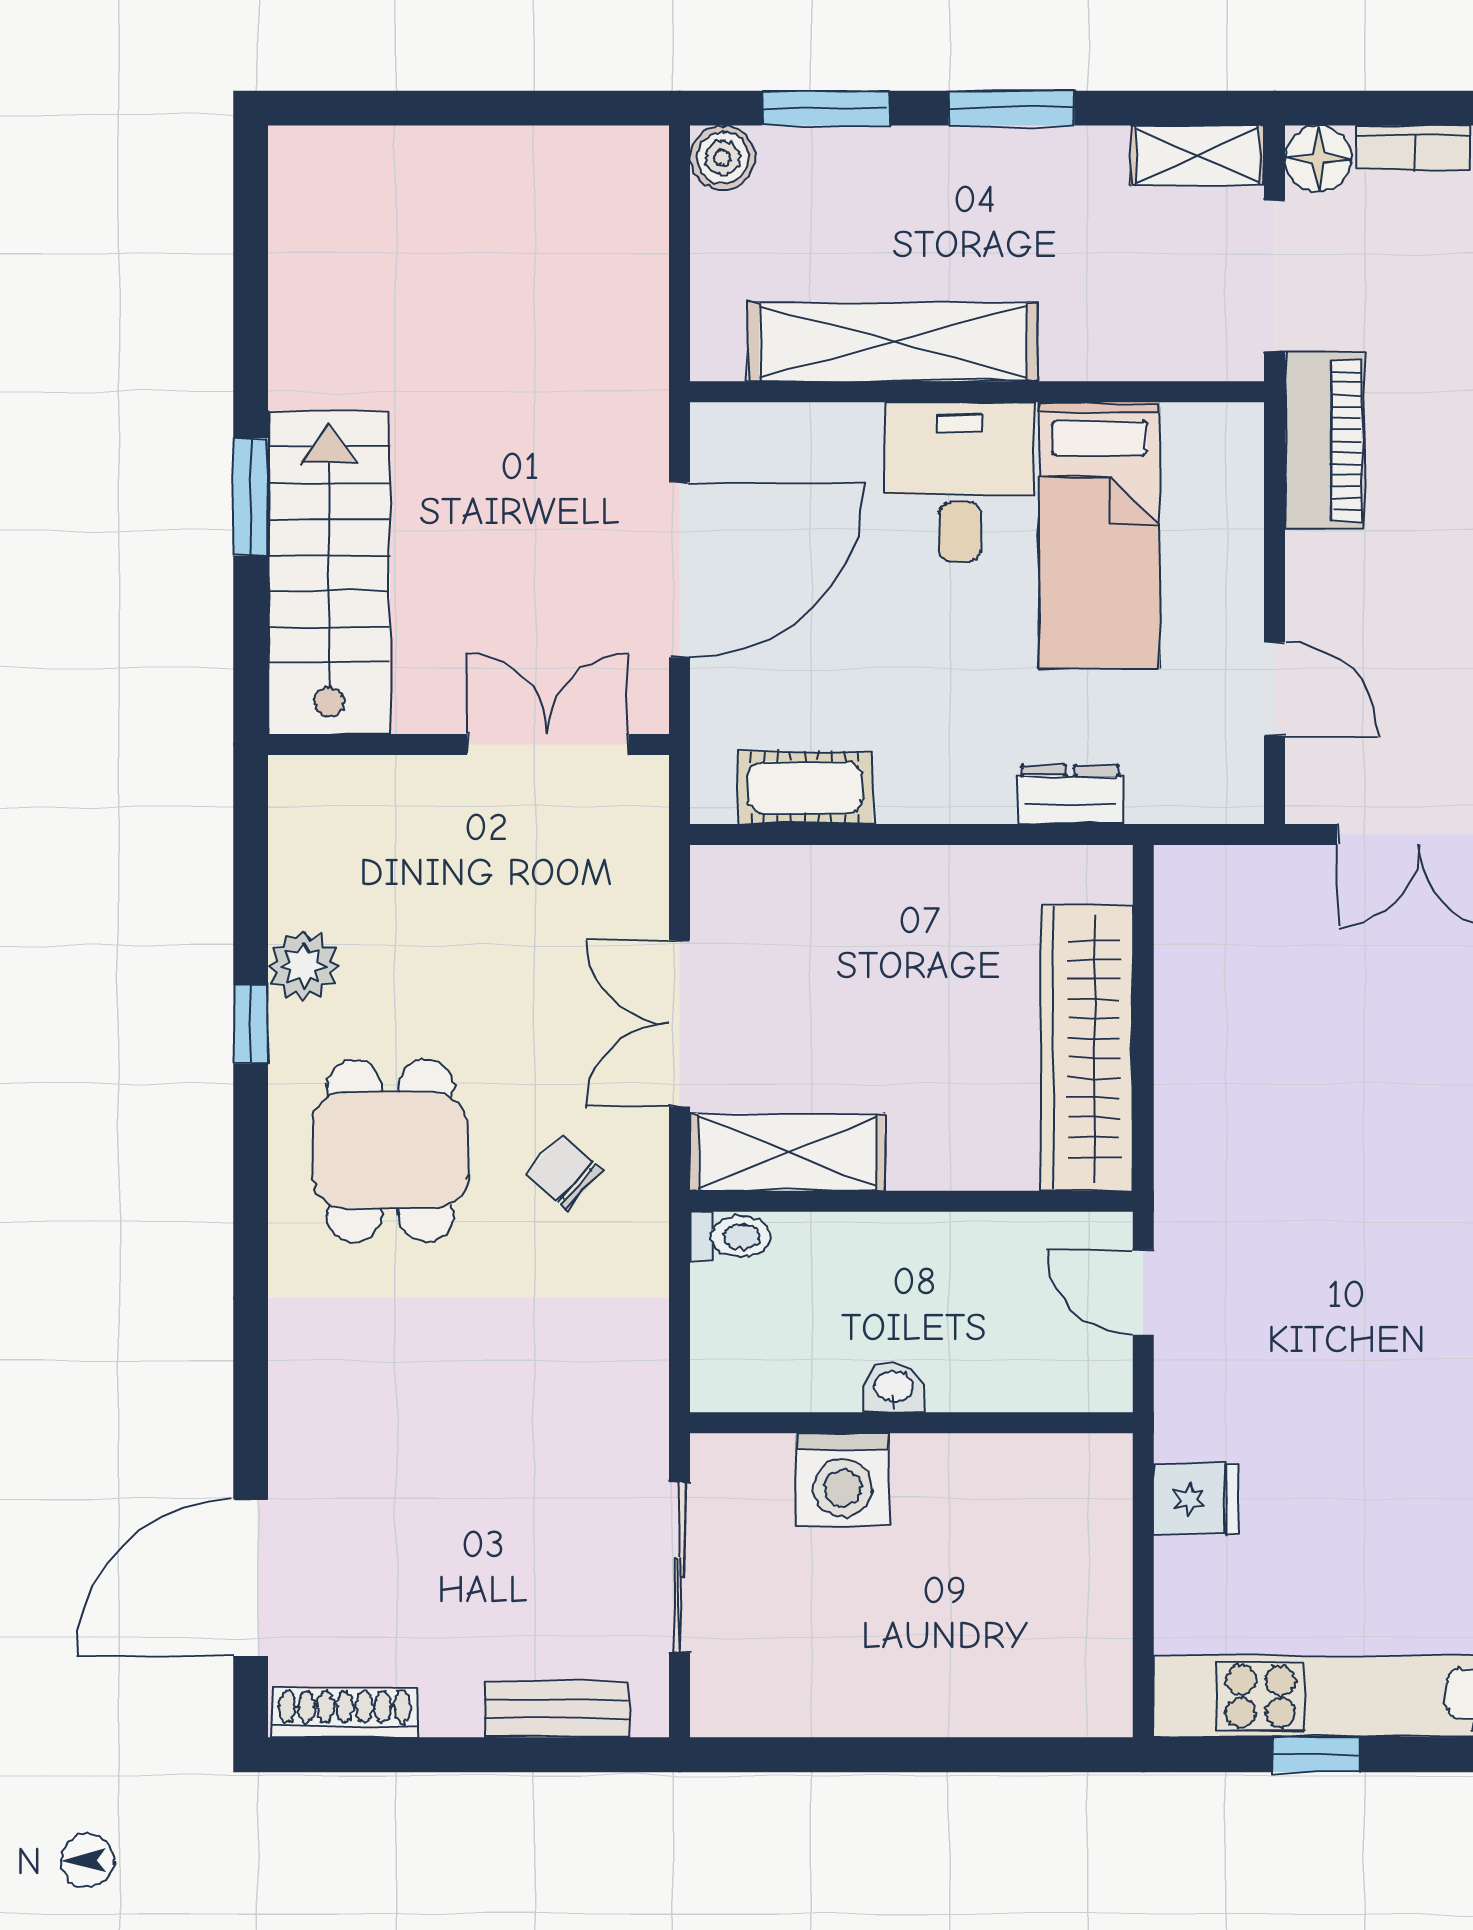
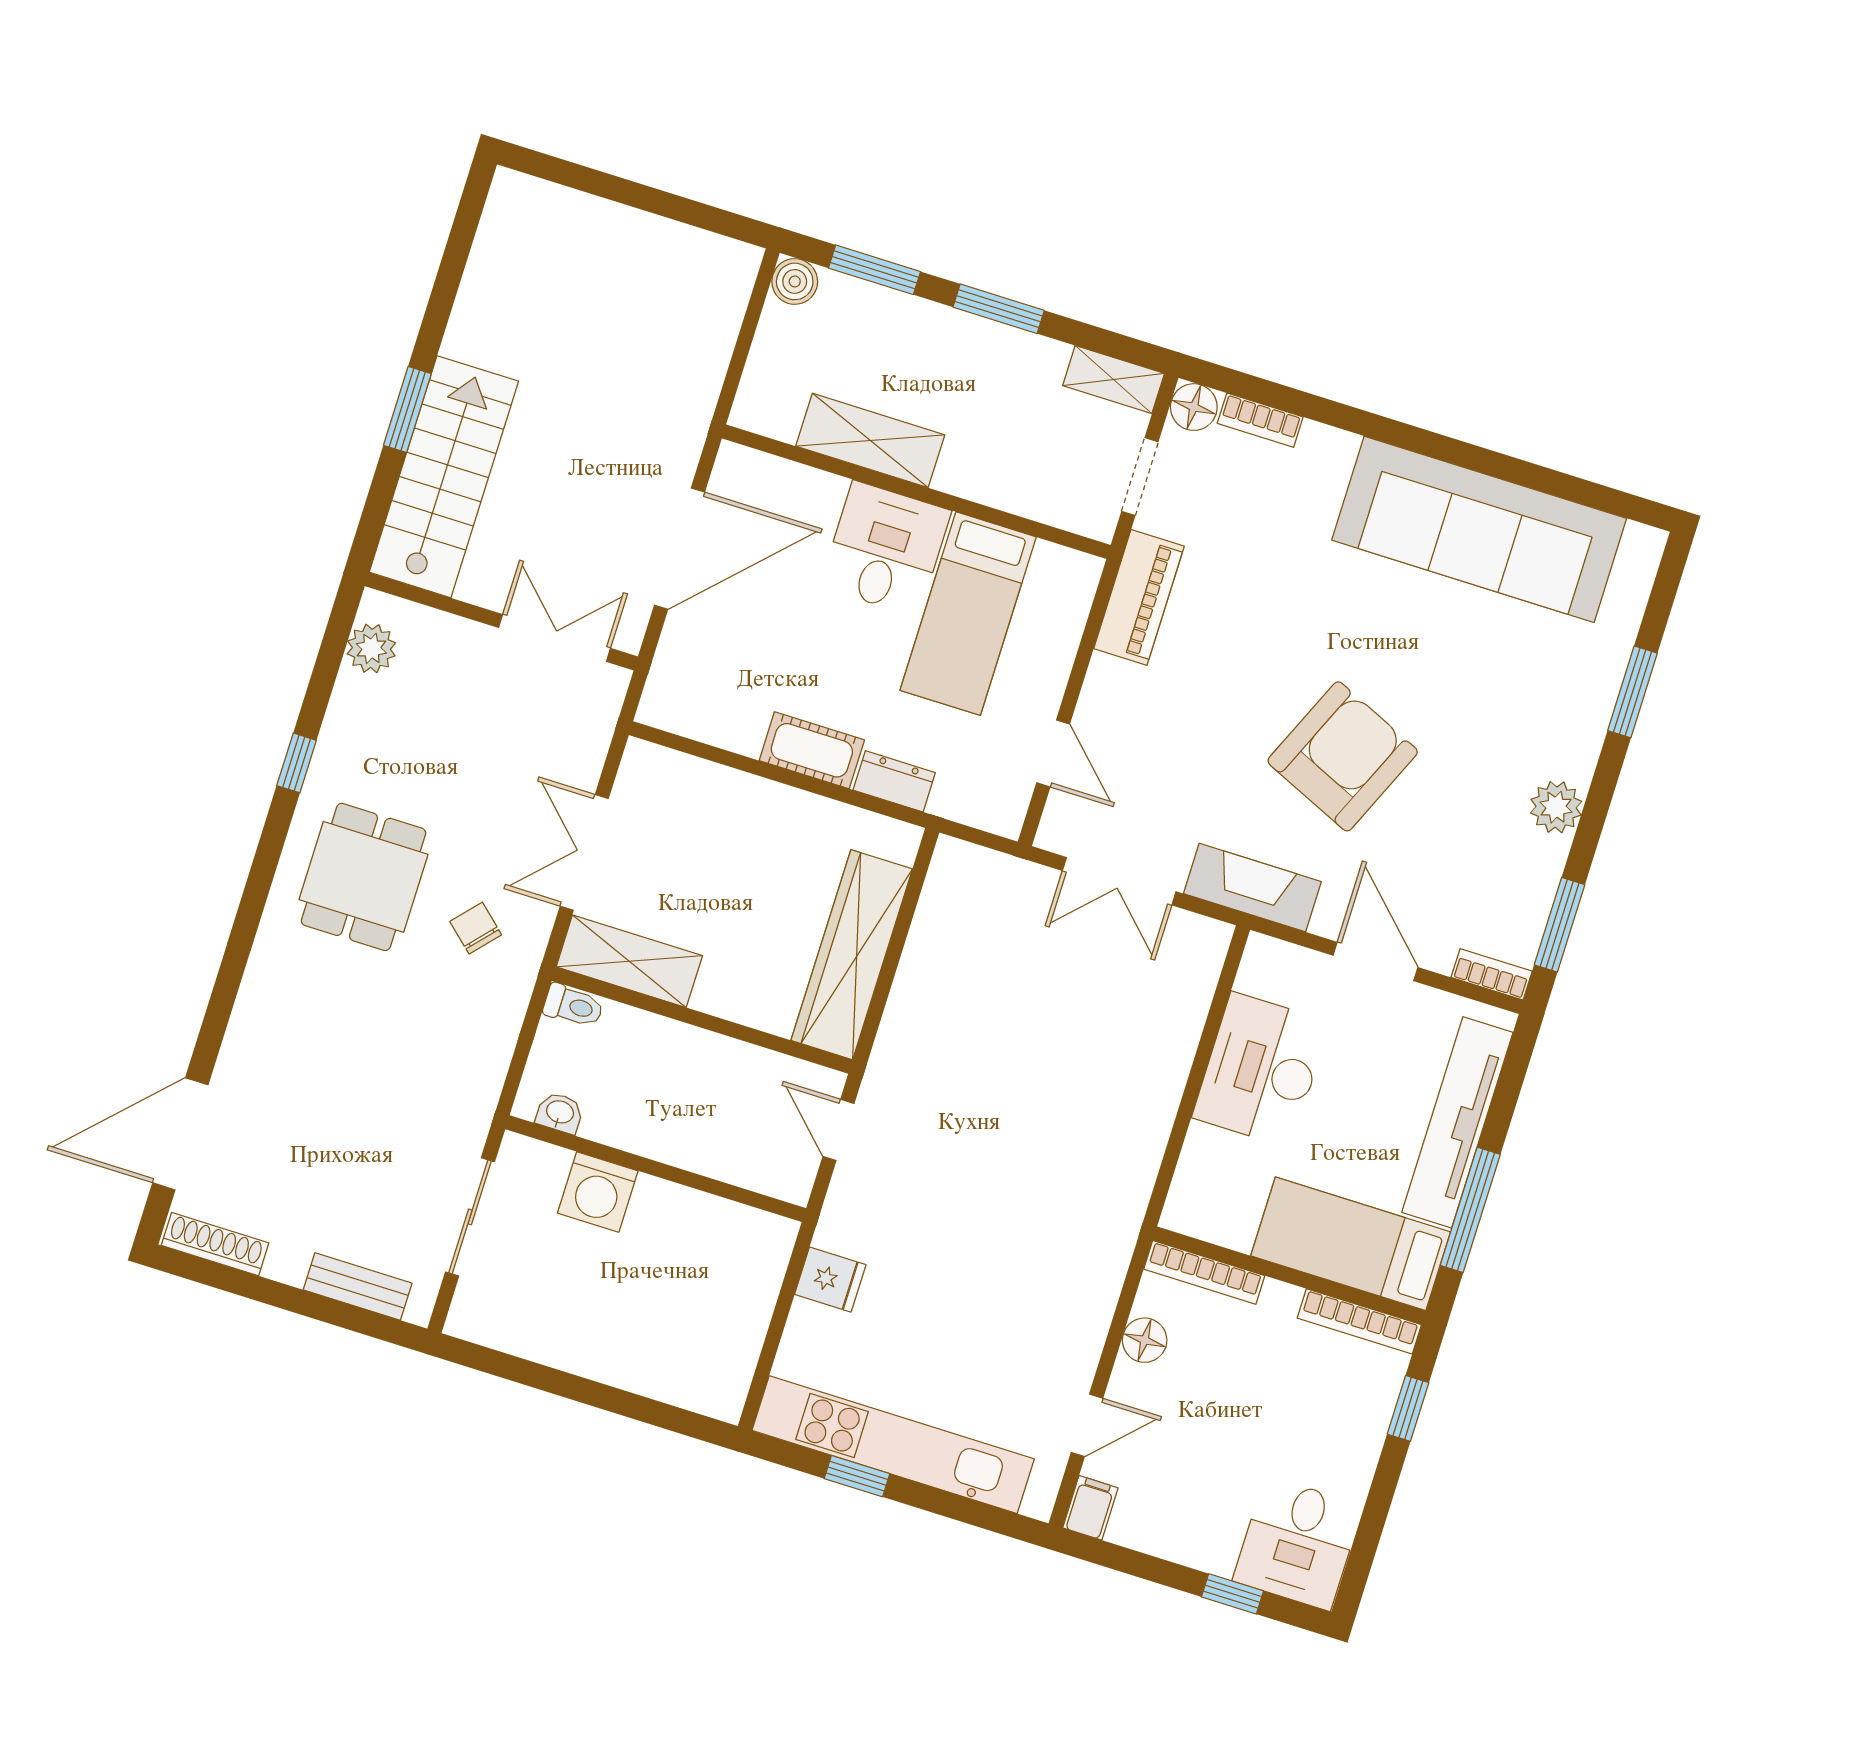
doorway: (1275, 276) -> (1140, 477), width x0.73
shelving: (893, 342) -> (870, 440), width x0.68
cot: (805, 788) -> (812, 750), moved
plant: (304, 966) -> (371, 648), moved
washbasin: (894, 1388) -> (560, 1113), moved

